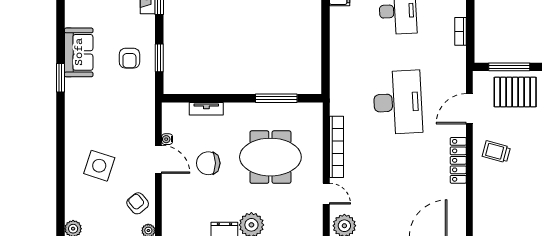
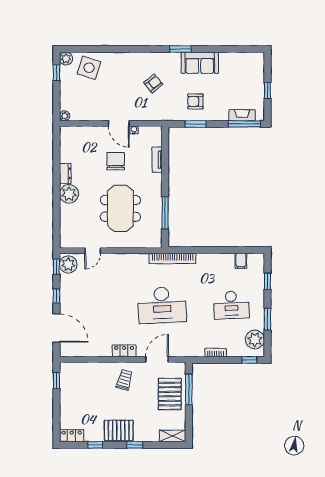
door: (469, 109) -> (157, 359), hinge flipped
bookcase: (336, 147) -> (172, 258), moved
door: (158, 159) -> (119, 123), hinge flipped
locker: (458, 160) -> (124, 351), width x0.66
side table: (99, 166) -> (89, 68), moved
armchair: (138, 203) -> (153, 83), moved

